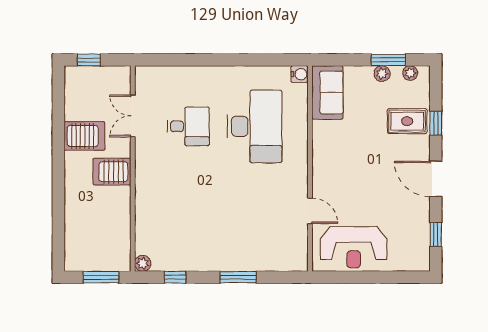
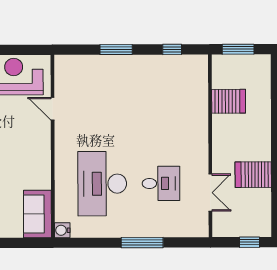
window: (210, 60) -> (142, 243), added
desk: (188, 126) -> (161, 183), turned 180
server rack: (112, 172) -> (229, 101), moved
plant: (143, 263) -> (201, 62), removed

